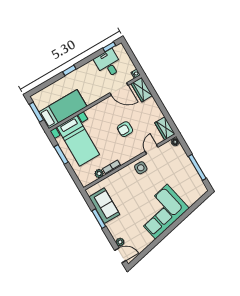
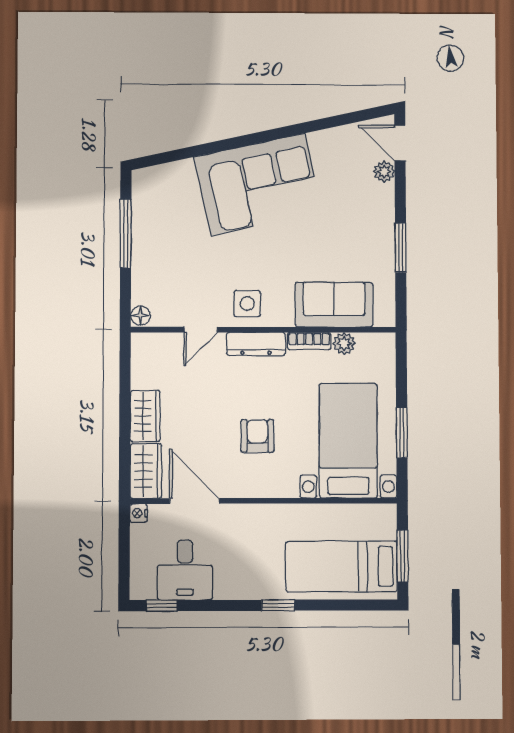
bed: (63, 109) -> (342, 566), moved
wardrobe: (165, 128) -> (145, 416), moved
armchair: (125, 129) -> (257, 436), moved, turned -90
dresser: (130, 156) -> (256, 344), added
sofa: (104, 206) -> (334, 305), moved, turned 90

